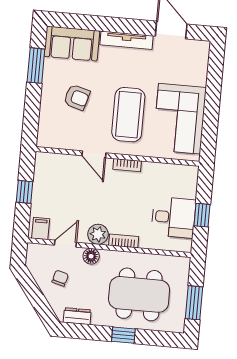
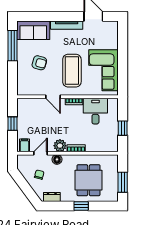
window: (36, 66) -> (13, 46), width x1.44
desk: (173, 217) -> (95, 111), moved, turned -90
dining table: (139, 294) -> (88, 180), width x0.73

